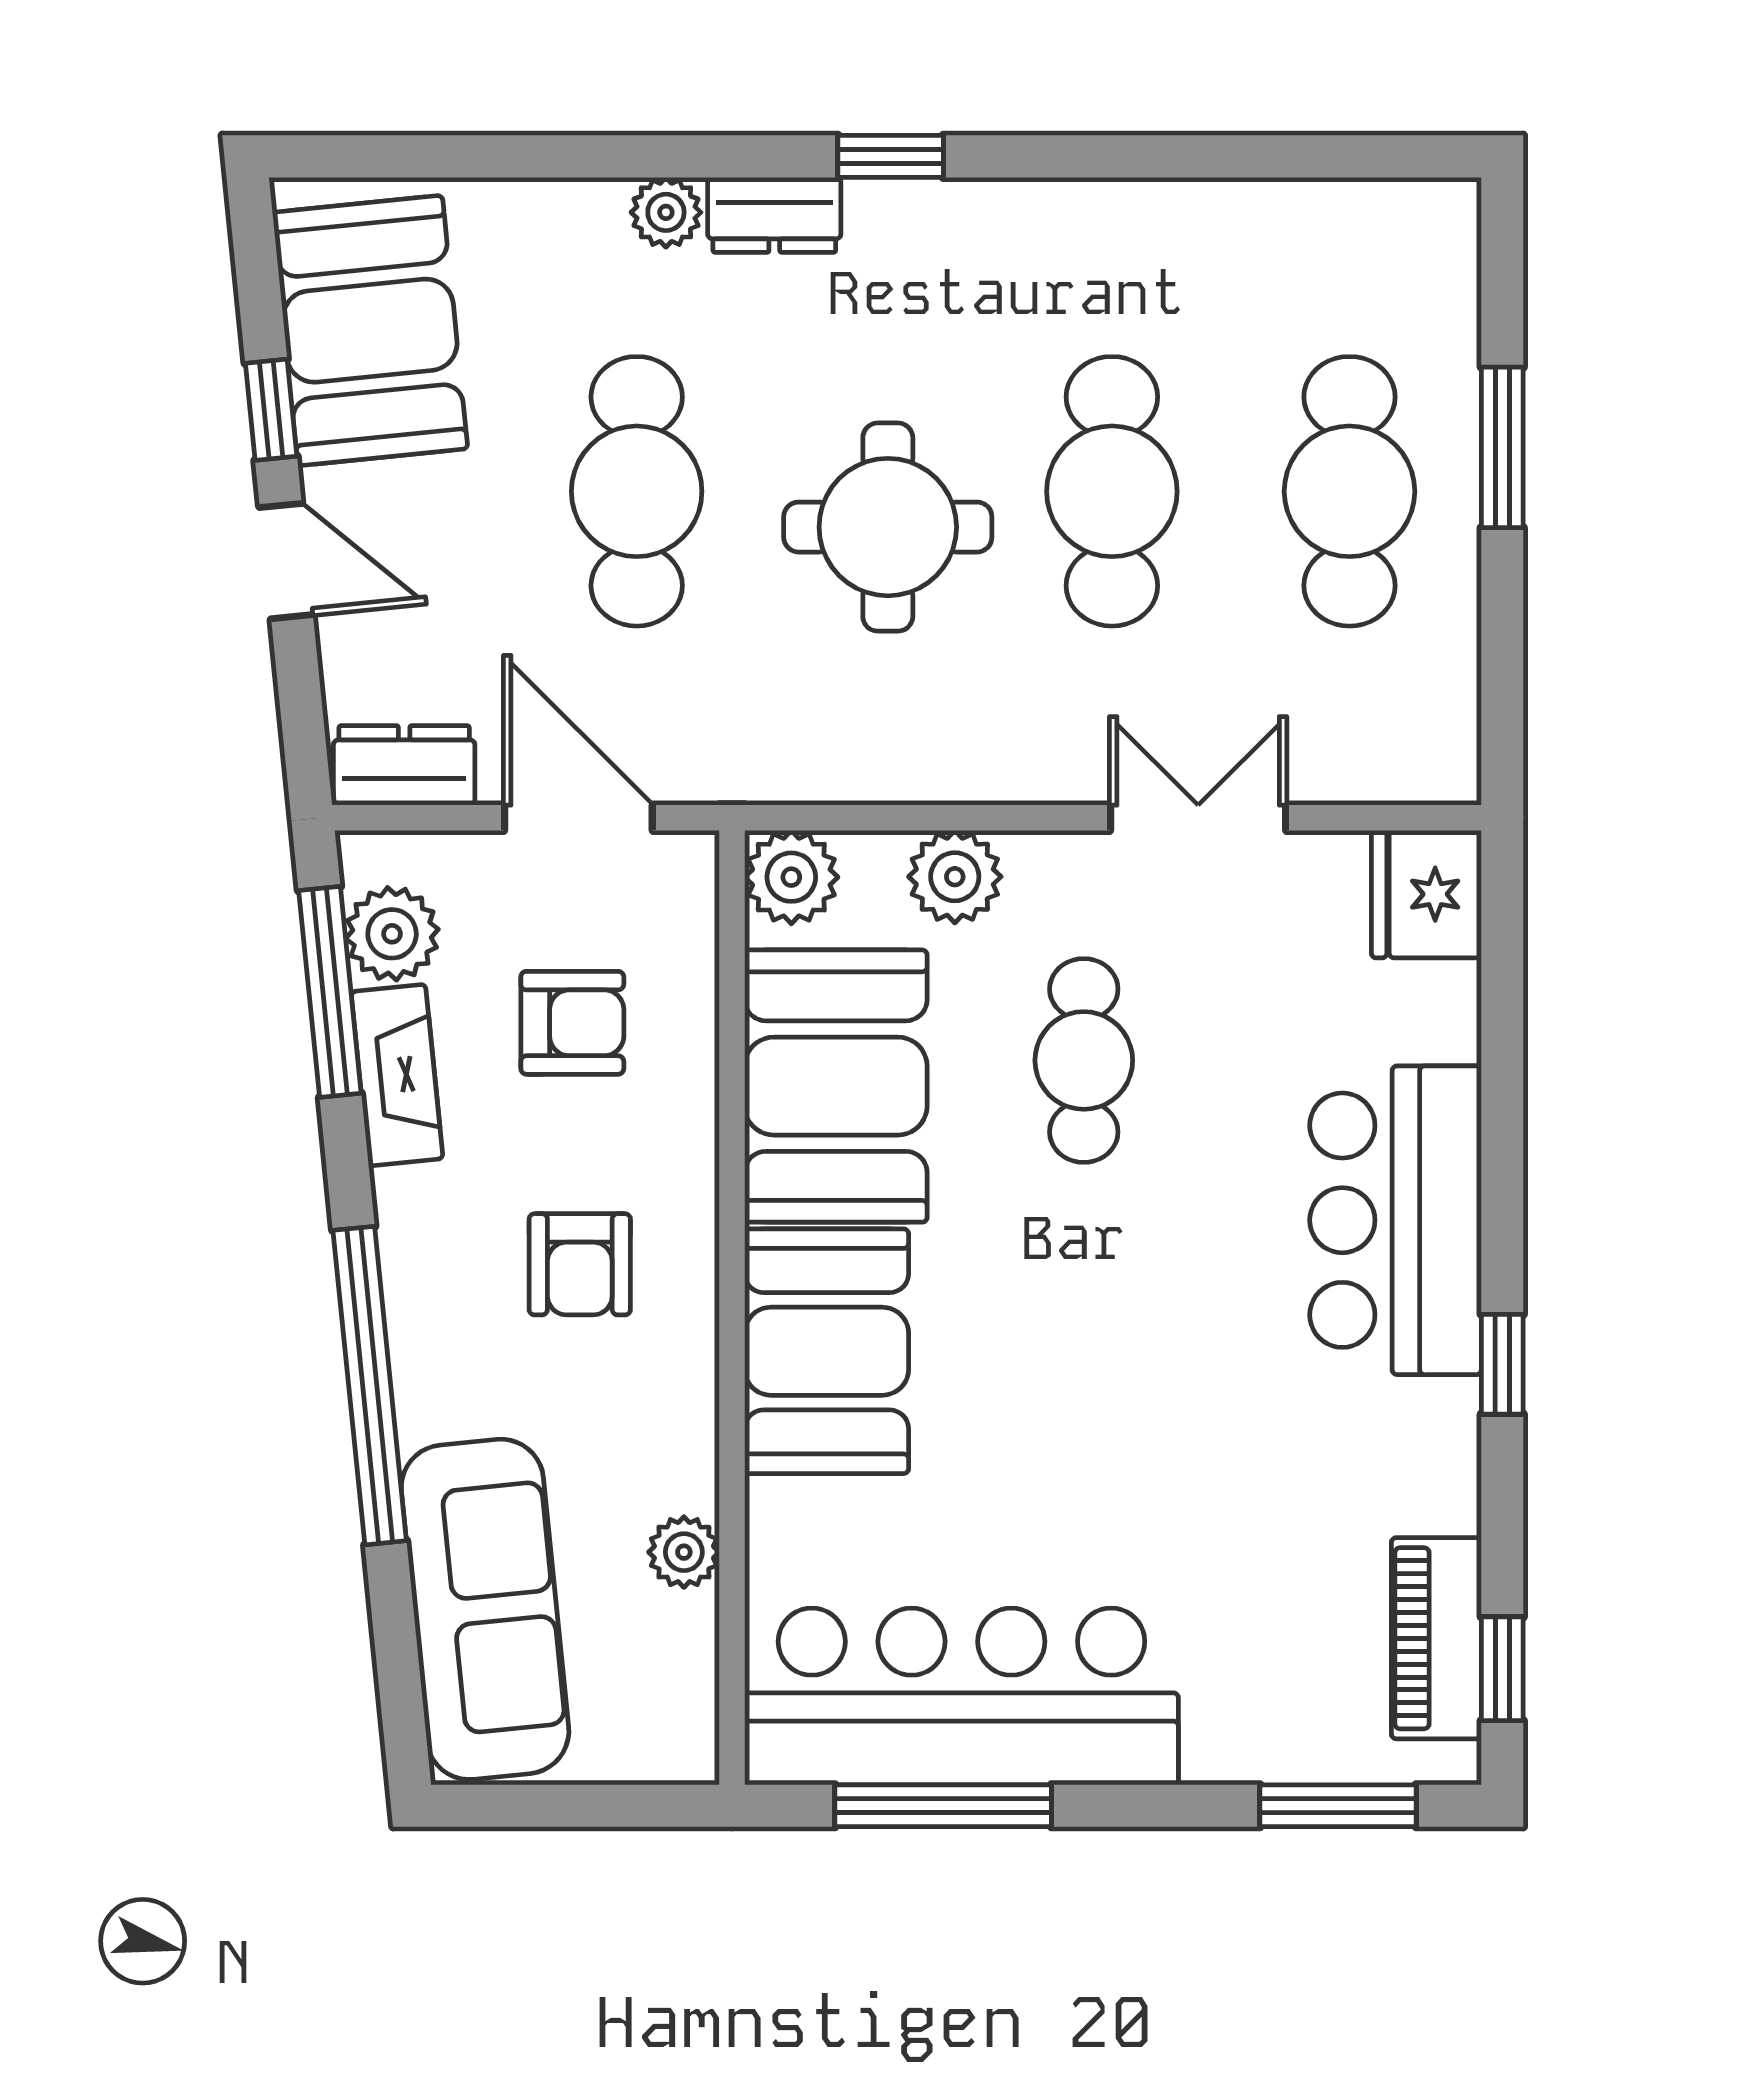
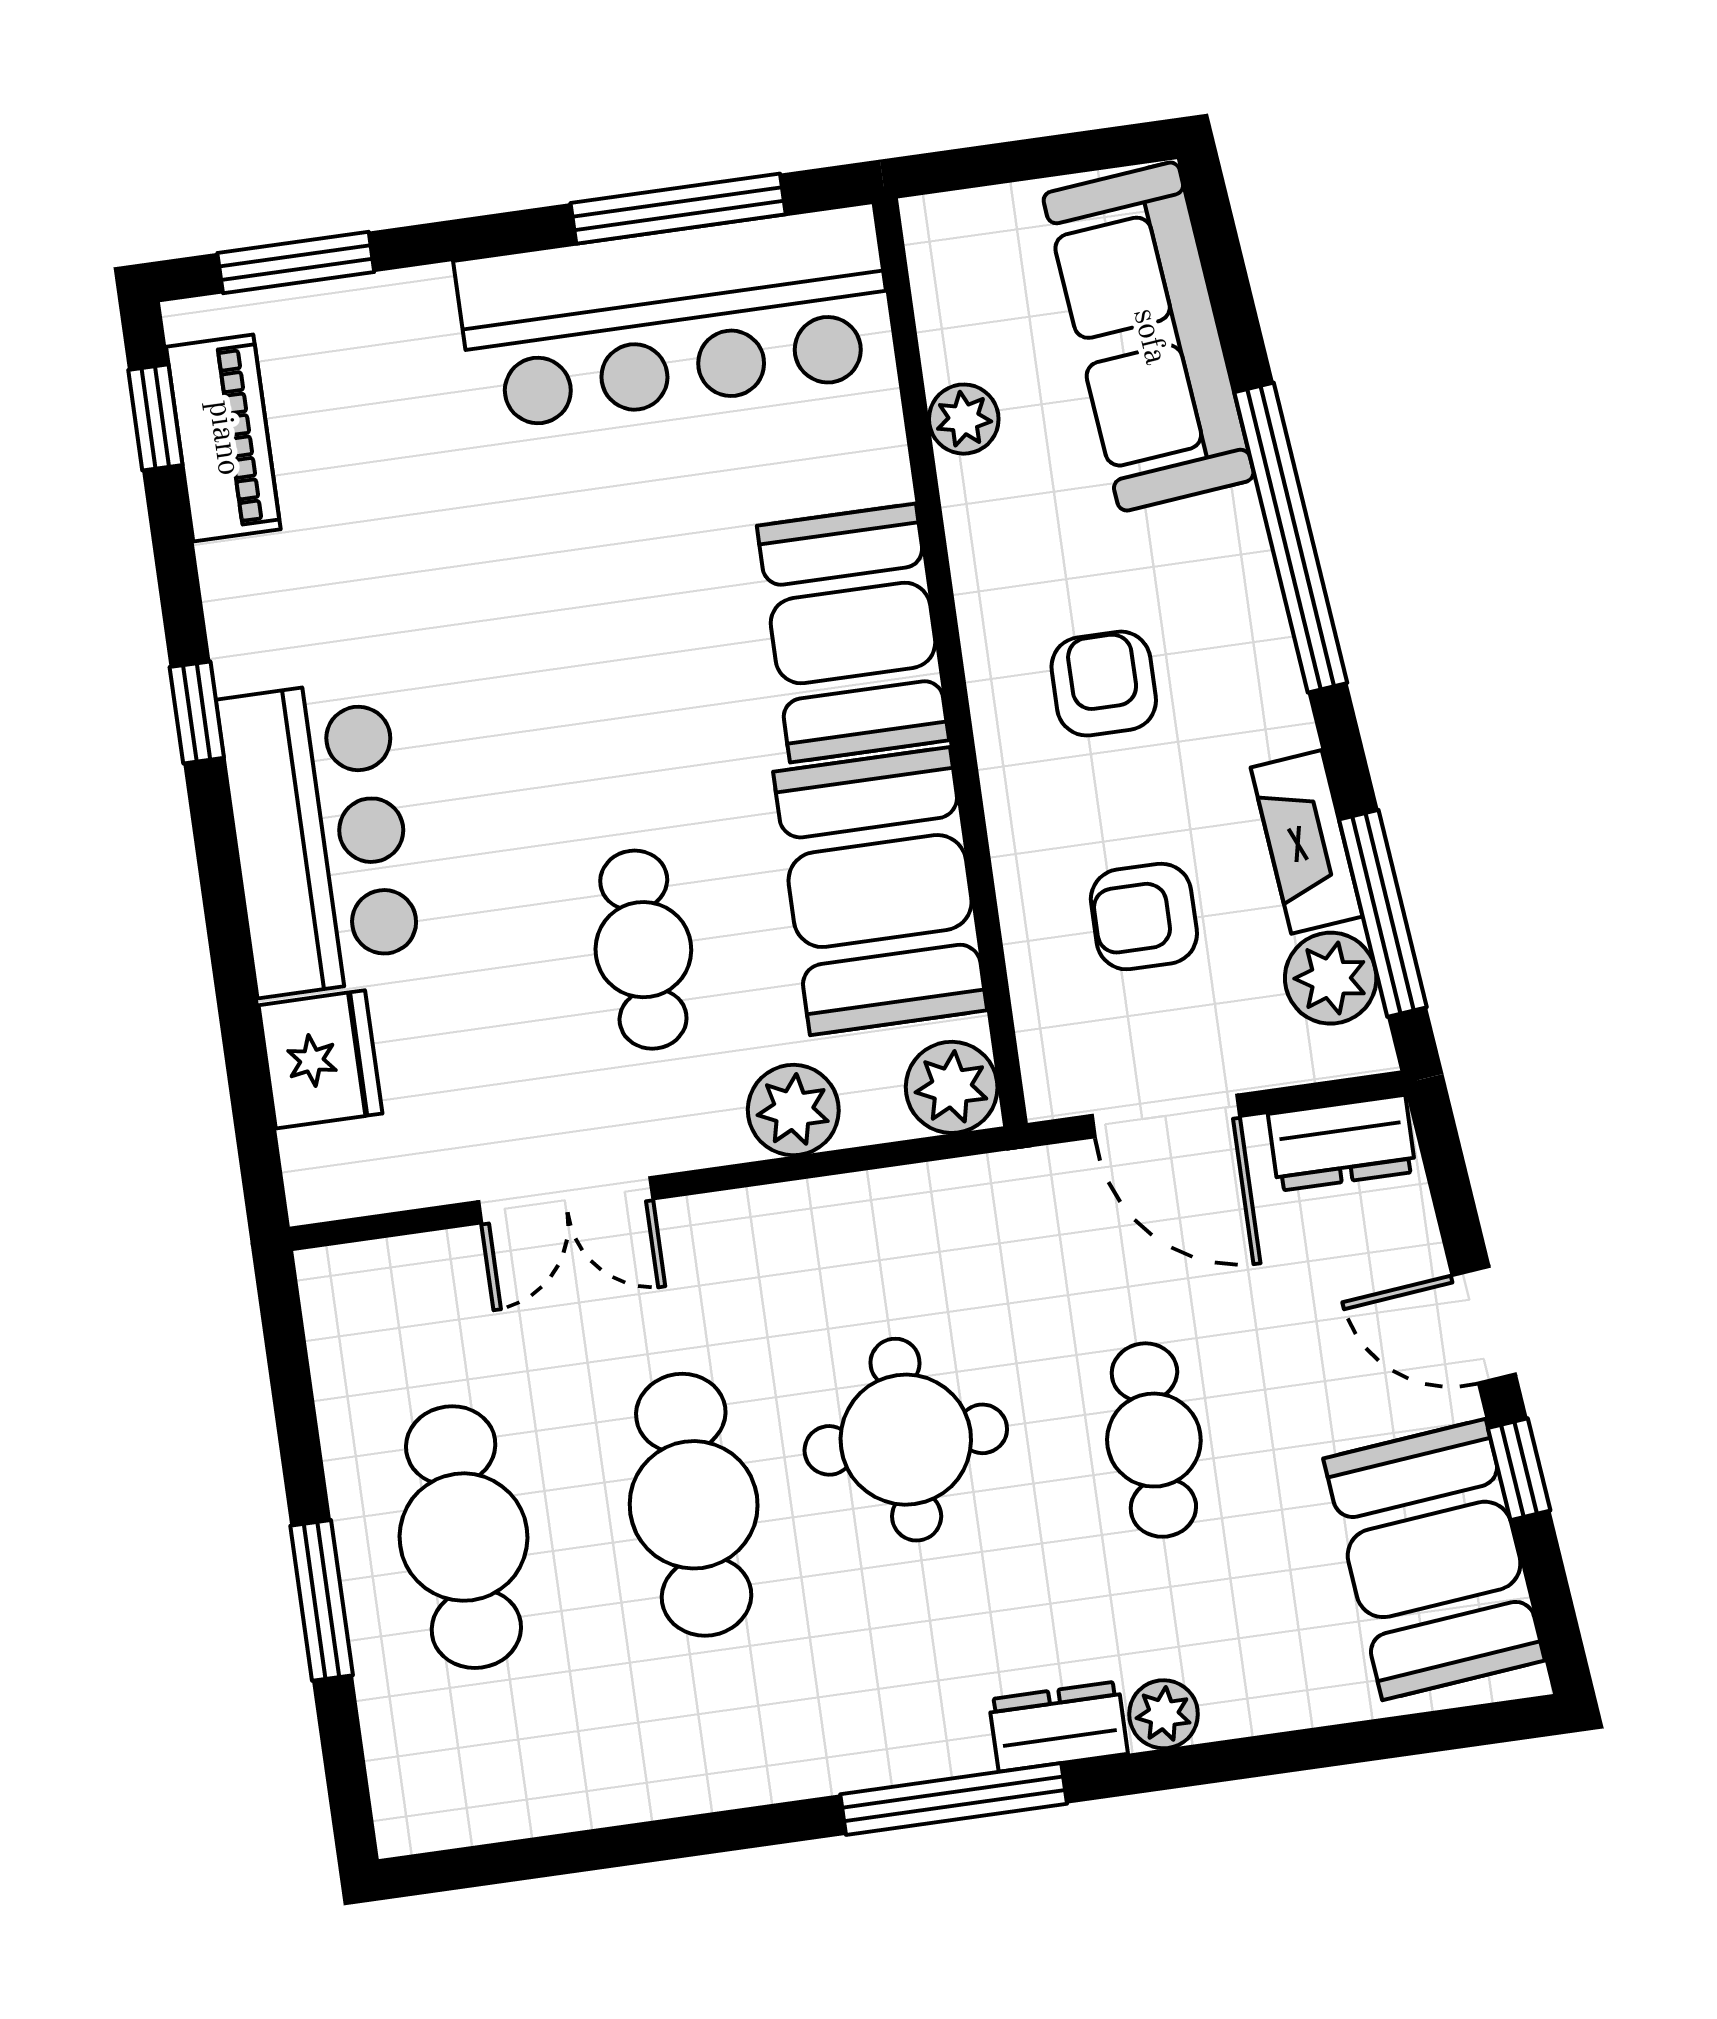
window: (891, 156) -> (954, 1799), width x2.17
cafe table: (637, 491) -> (1154, 1440), width x0.73, depth x0.74
fridge: (1426, 894) -> (320, 1059), moved

